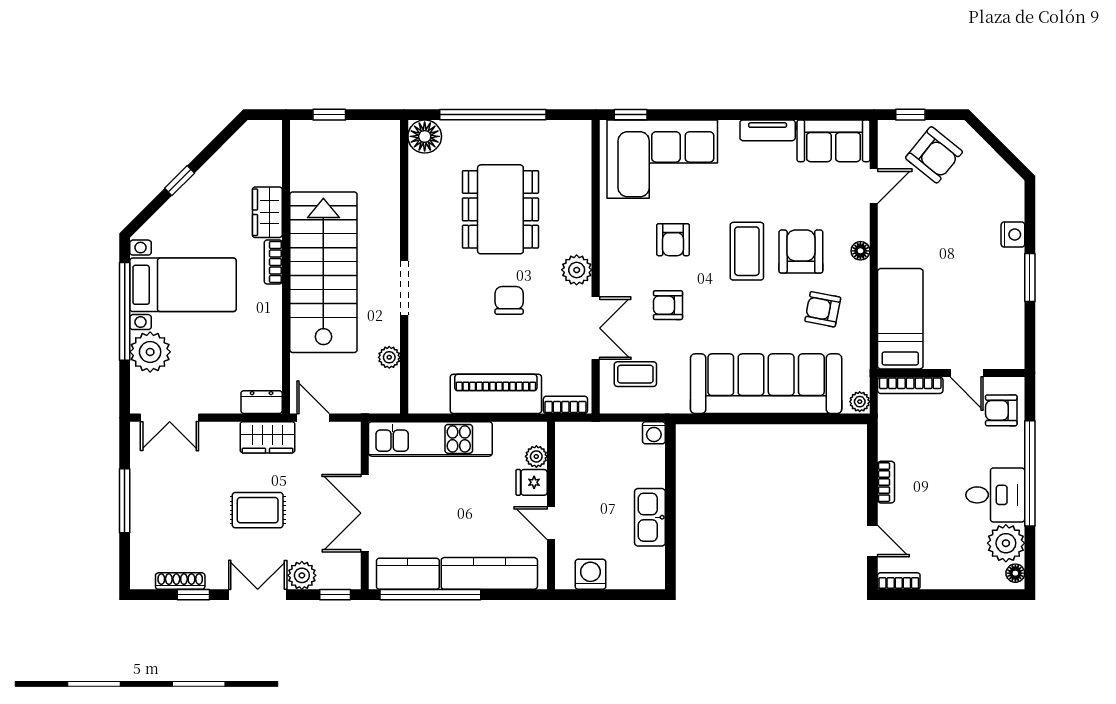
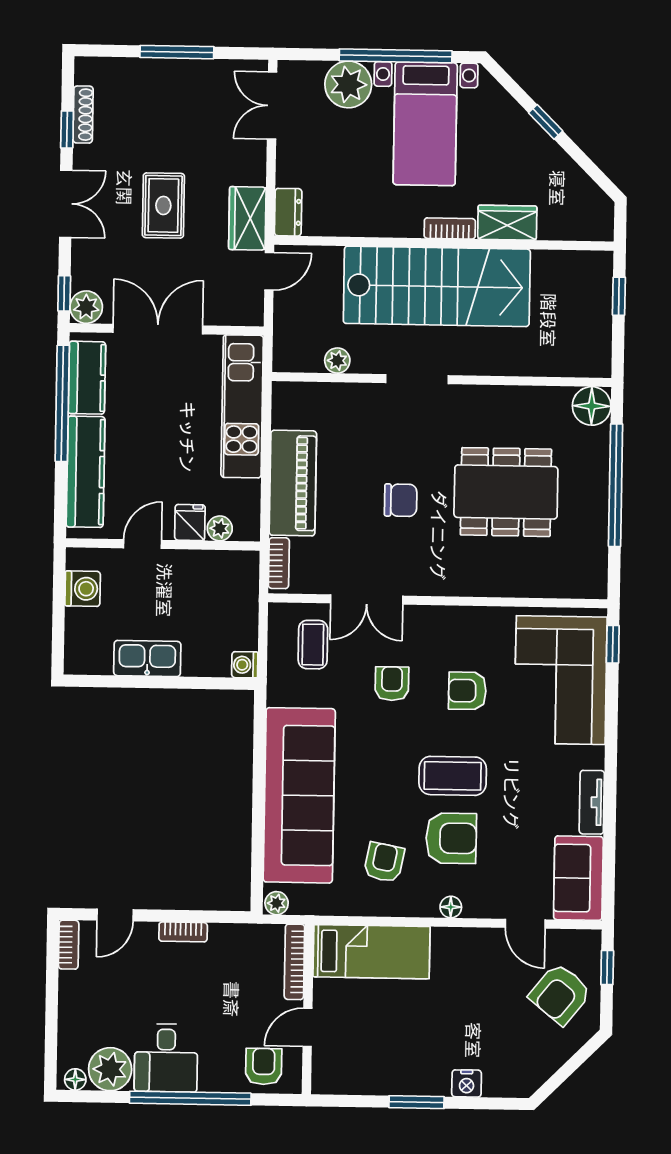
plant: (577, 270) -> (434, 579), removed
plant: (302, 575) -> (86, 307), moved

